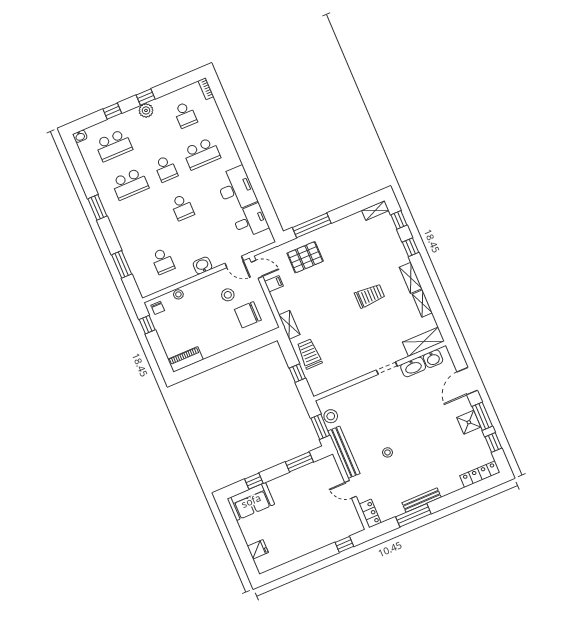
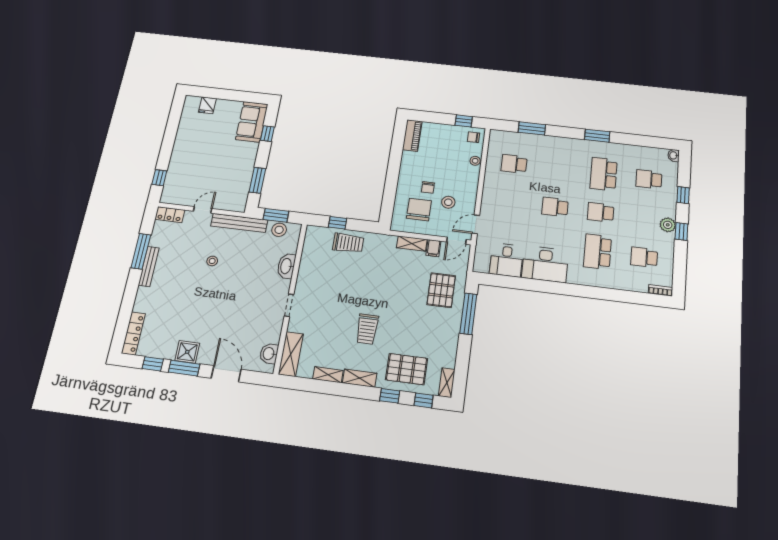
school desk: (114, 145) -> (649, 179), width x0.54
pallet: (383, 247) -> (407, 369), added
washbasin: (202, 266) -> (489, 195), removed
chair: (224, 319) -> (428, 187), added
shelving: (289, 325) -> (412, 244), moved
washbasin: (413, 367) -> (286, 266), moved

